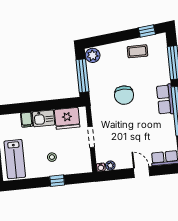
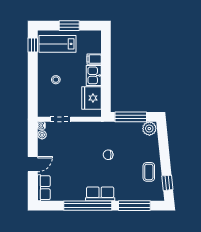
chair: (124, 95) -> (108, 155), width x0.54, depth x0.54
doorway: (91, 137) -> (61, 119), moved
window: (57, 181) -> (33, 45), moved

